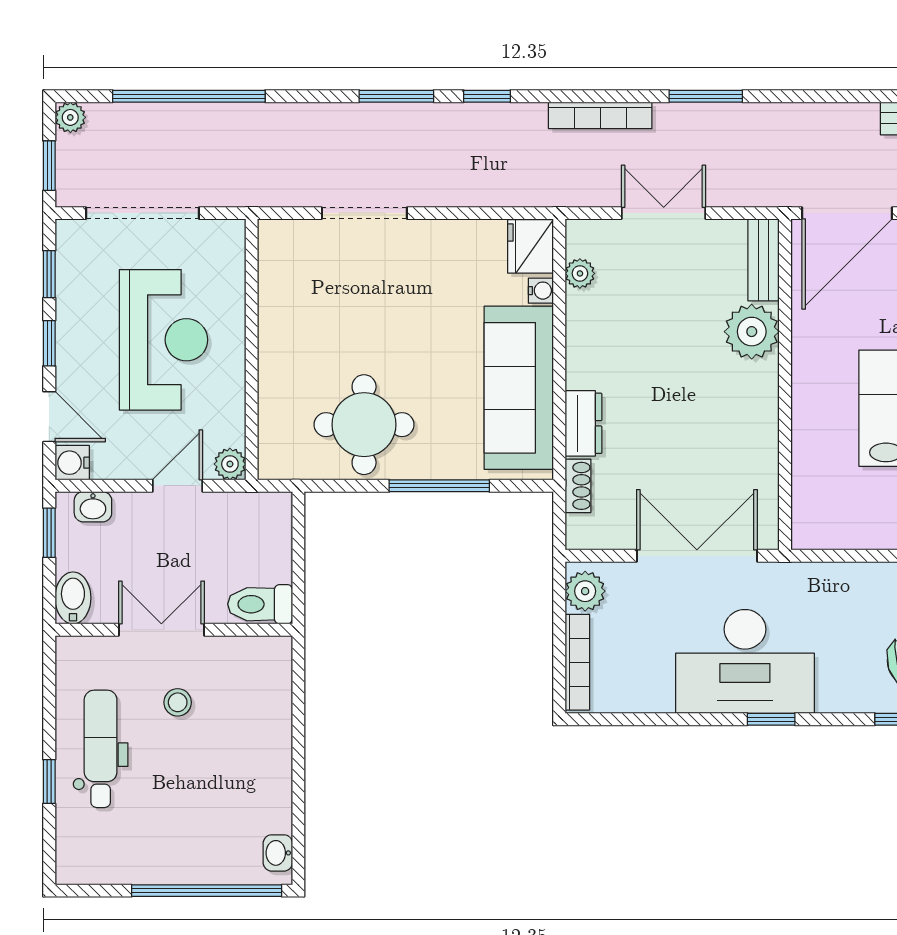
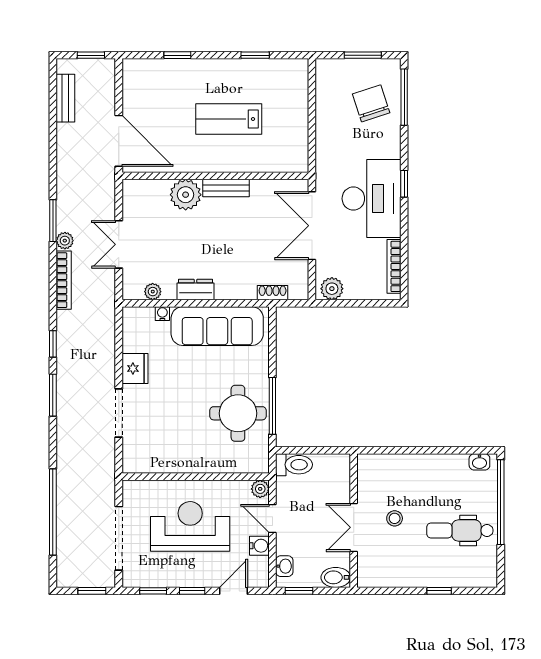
plant: (70, 117) -> (65, 241), moved
fridge: (530, 246) -> (135, 368), moved, turned -90
bench: (764, 260) -> (226, 188), moved
dresser: (584, 423) -> (196, 290), moved
water cooler: (72, 463) -> (259, 546), moved, turned -90
window: (439, 486) -> (272, 406), moved
toilet: (260, 604) -> (294, 465), moved, turned -90
bookcase: (577, 662) -> (394, 266), moved, turned -90
dental chair: (101, 749) -> (460, 530), moved

